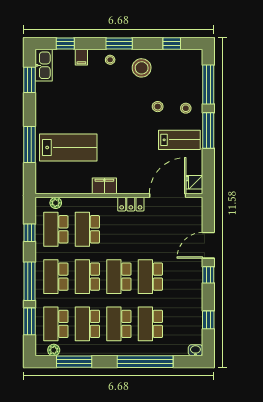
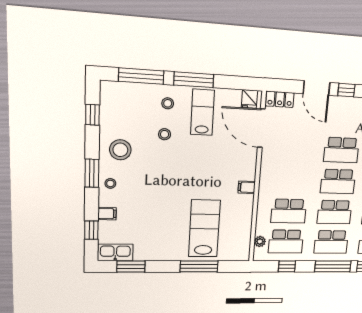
filing cabinet: (104, 186) -> (247, 187), width x0.50
locker: (131, 204) -> (280, 99), moved, turned 90

